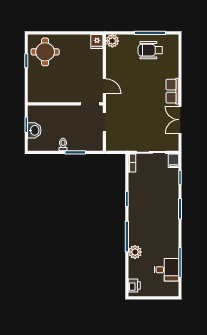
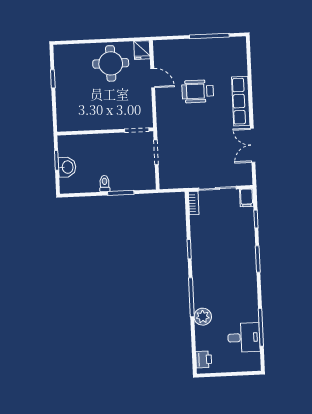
plant: (112, 41) -> (162, 48), removed
wheelchair: (150, 50) -> (198, 91), moved
round table: (45, 52) -> (111, 63), moved
door: (104, 86) -> (153, 78), moved
row of seats: (172, 91) -> (241, 101), width x1.48

